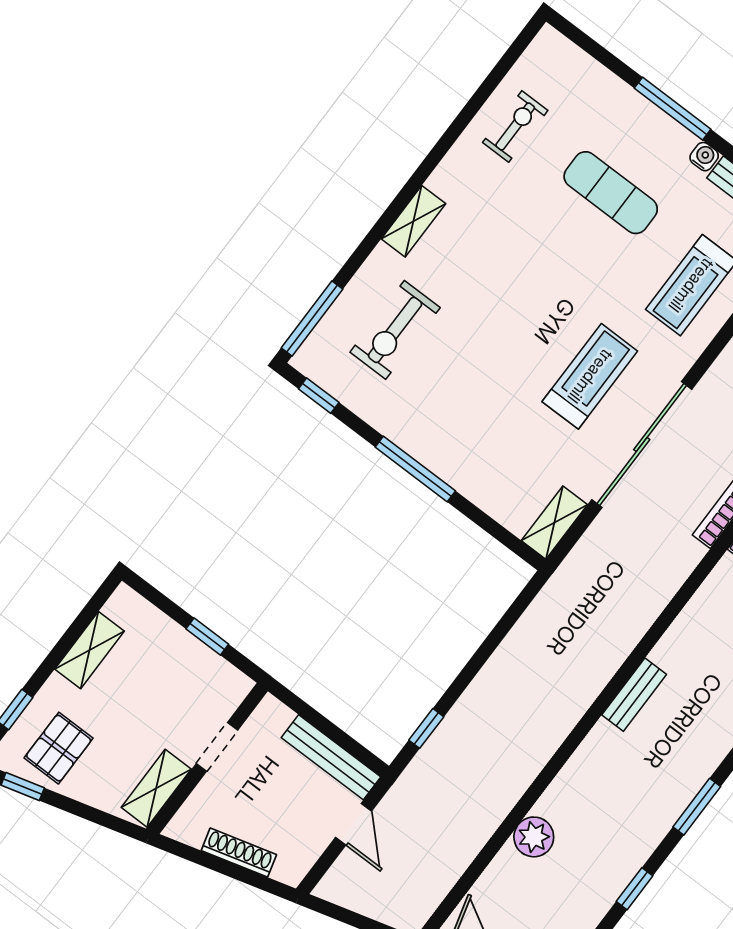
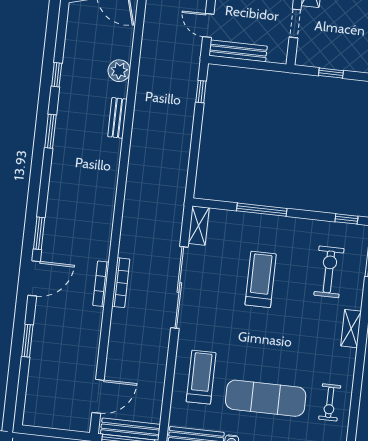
exercise mat: (611, 193) -> (266, 398), width x1.36, depth x1.45
treadmill: (590, 376) -> (261, 279), moved, turned 180
window: (415, 469) -> (262, 210), moved
bench: (634, 695) -> (117, 118), moved

